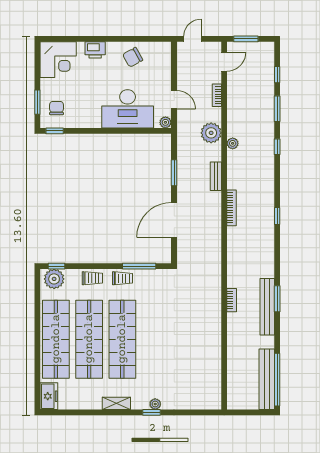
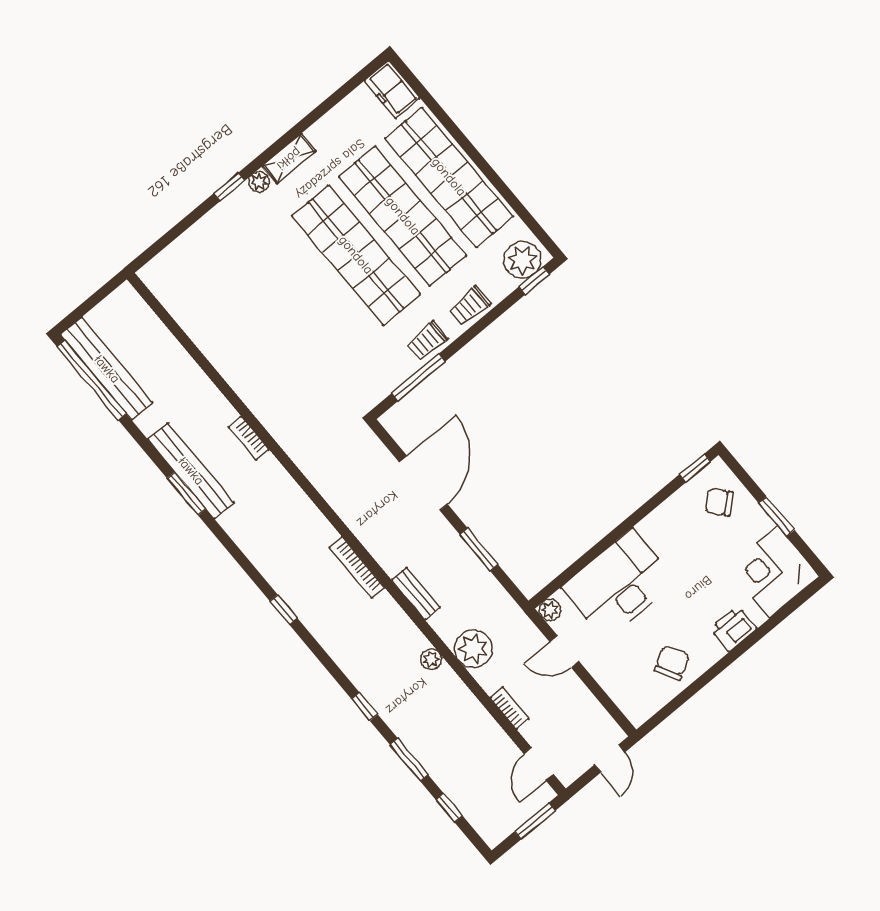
window: (37, 102) -> (777, 516), moved
chair: (56, 108) -> (719, 502), turned 139
plant: (155, 404) -> (259, 182), moved

